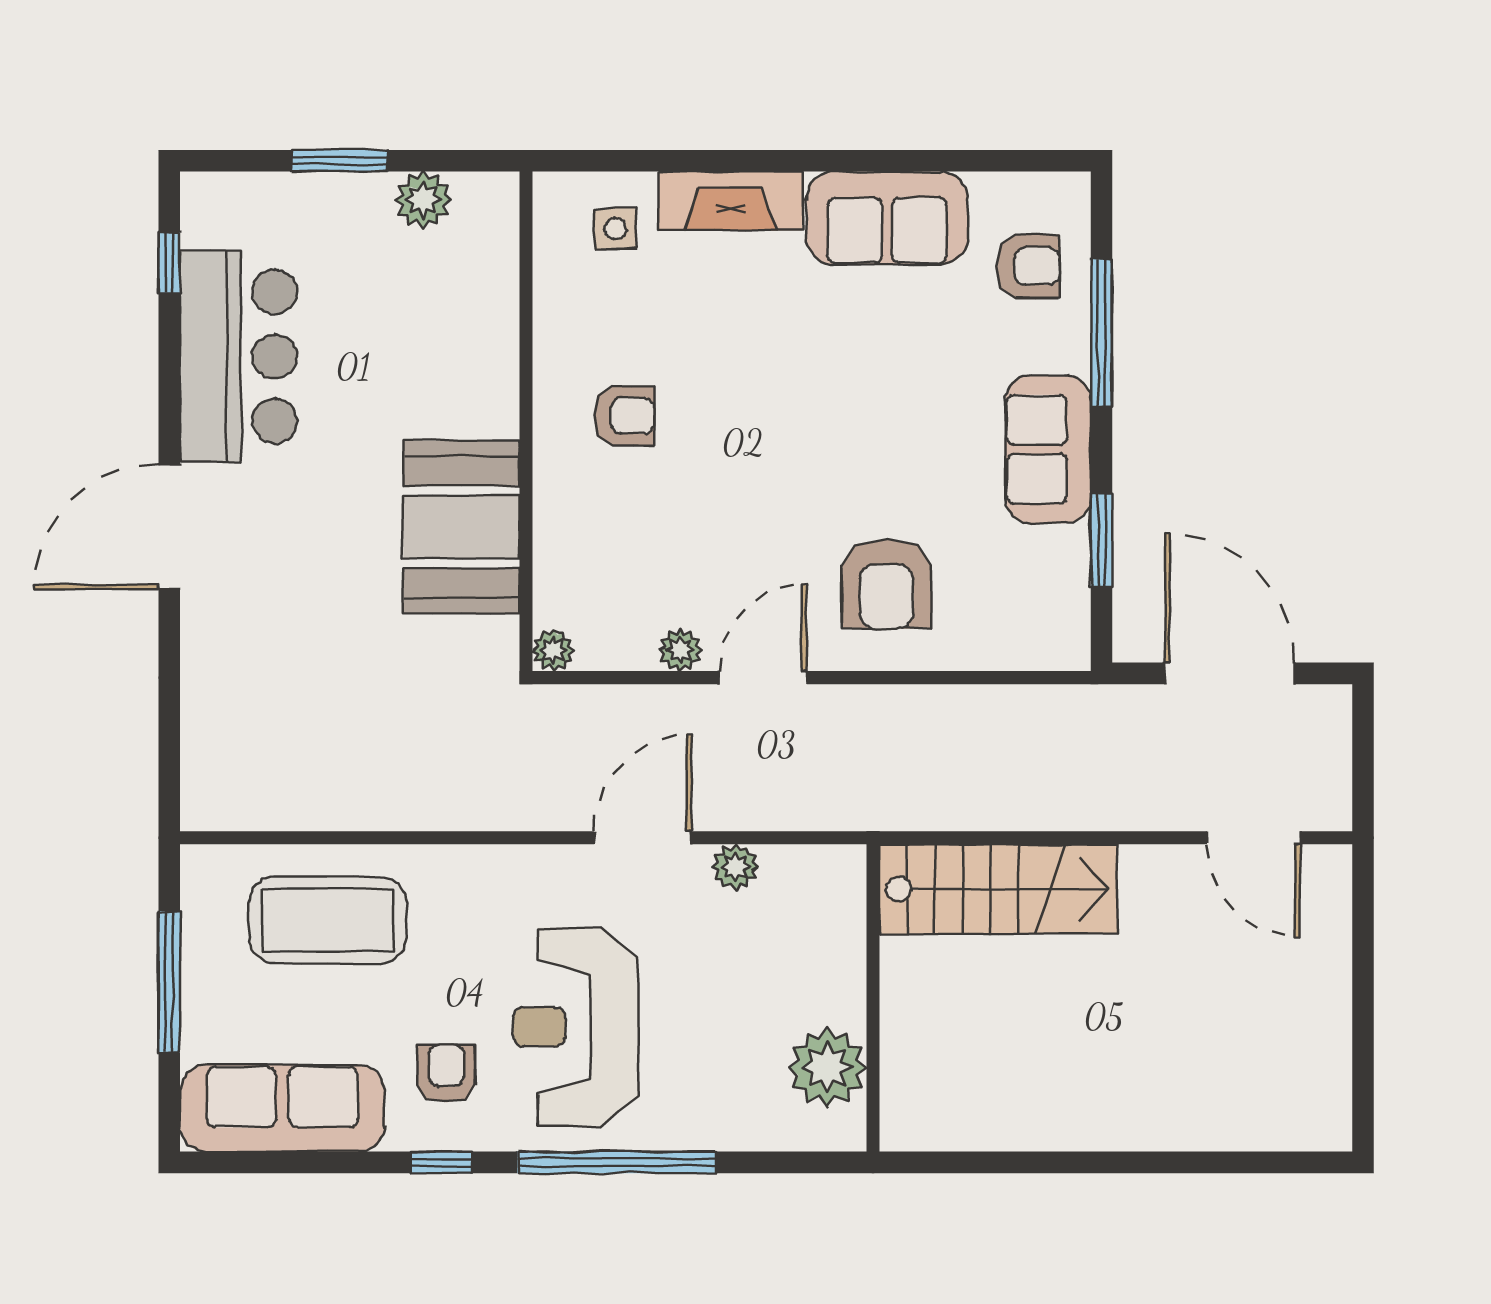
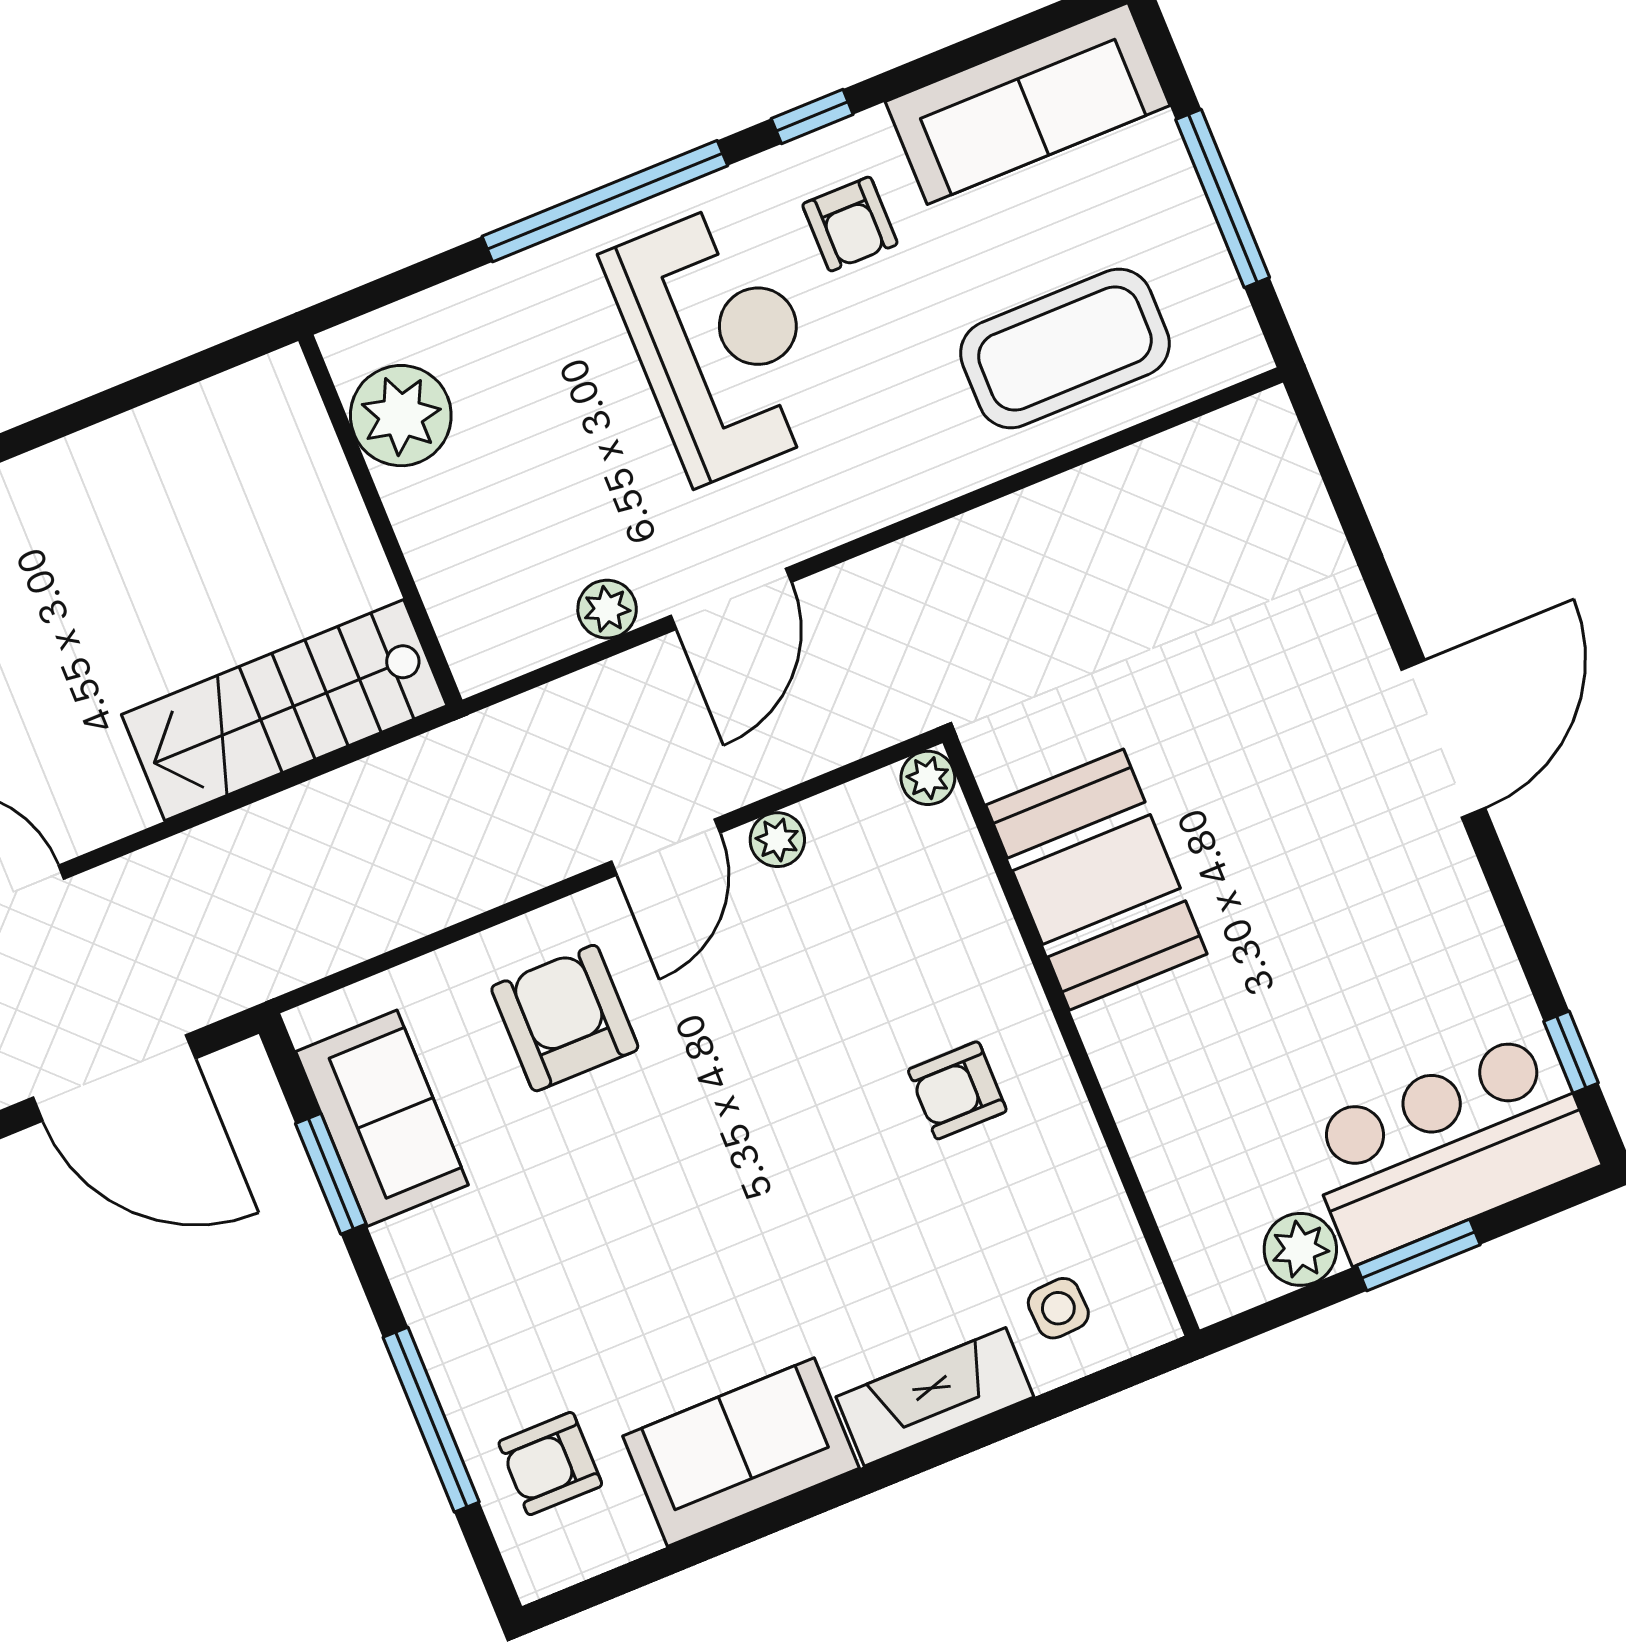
bar counter: (238, 356) -> (1449, 1147), moved, turned 90
sofa: (1048, 449) -> (382, 1118), moved

